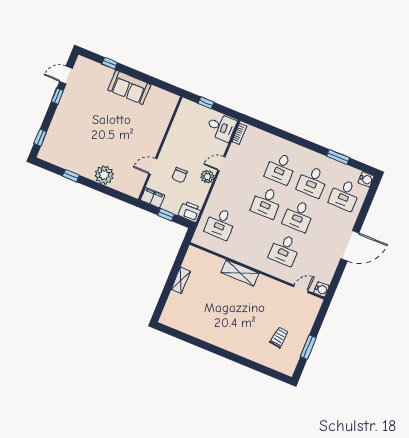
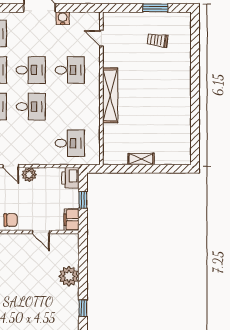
chair: (180, 175) -> (11, 220), moved
shelving: (240, 273) -> (110, 95), width x1.47
water cooler: (321, 289) -> (63, 18), moved

